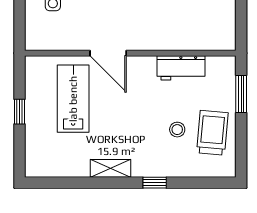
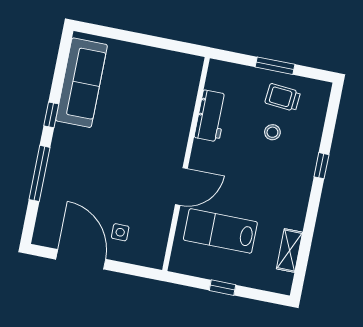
window: (241, 94) -> (275, 66), moved
trolley: (212, 133) -> (283, 97), width x0.73, depth x0.72
shelving: (110, 168) -> (290, 251), moved

